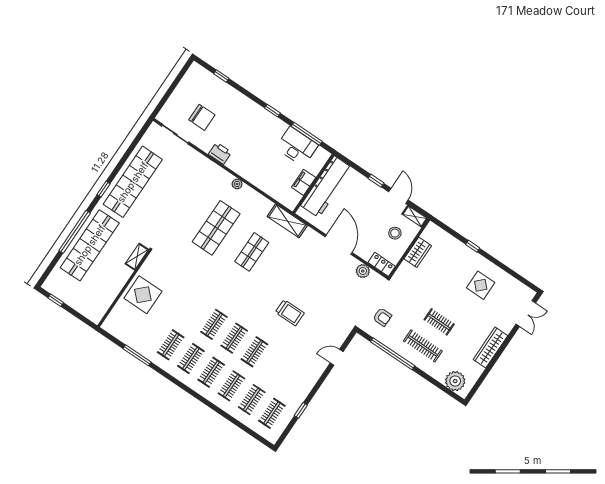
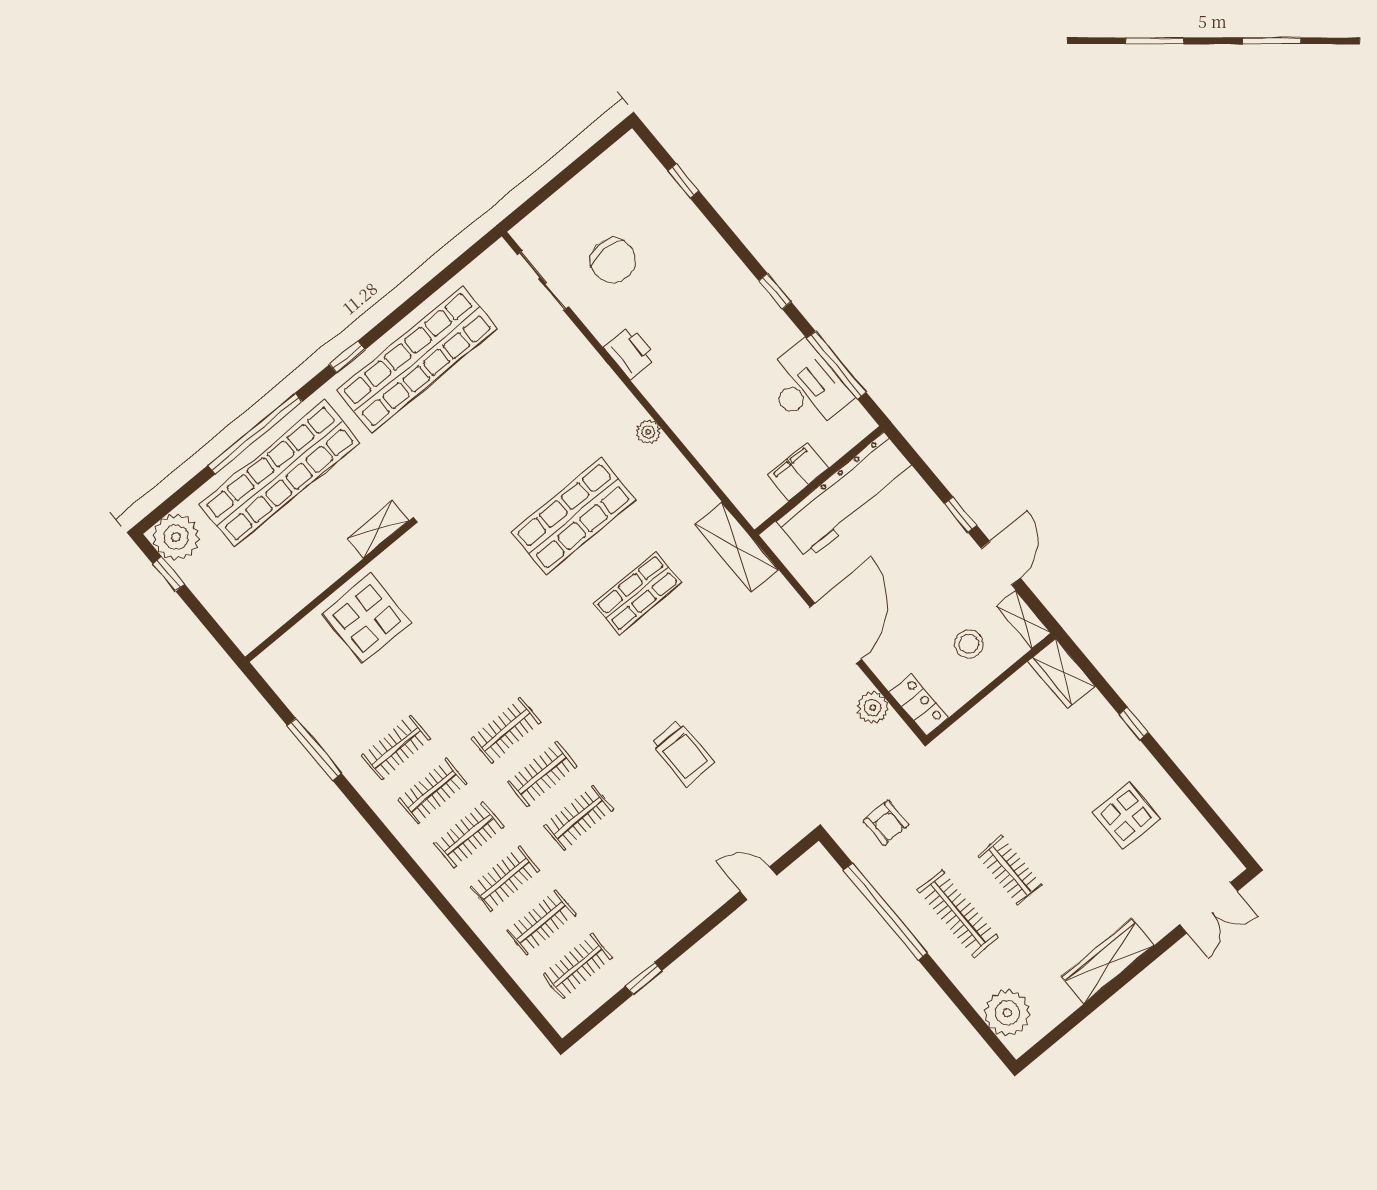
wardrobe: (418, 252) -> (1061, 673), moved, turned 90
plant: (54, 284) -> (176, 537), added

